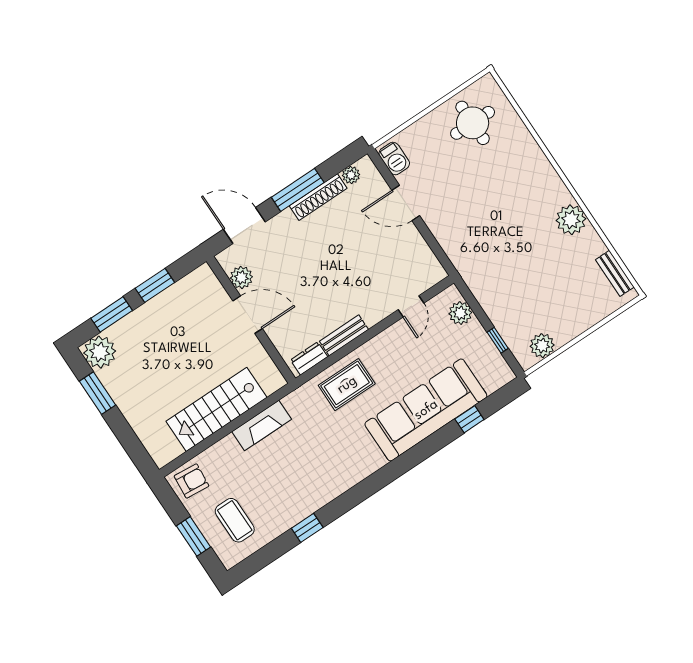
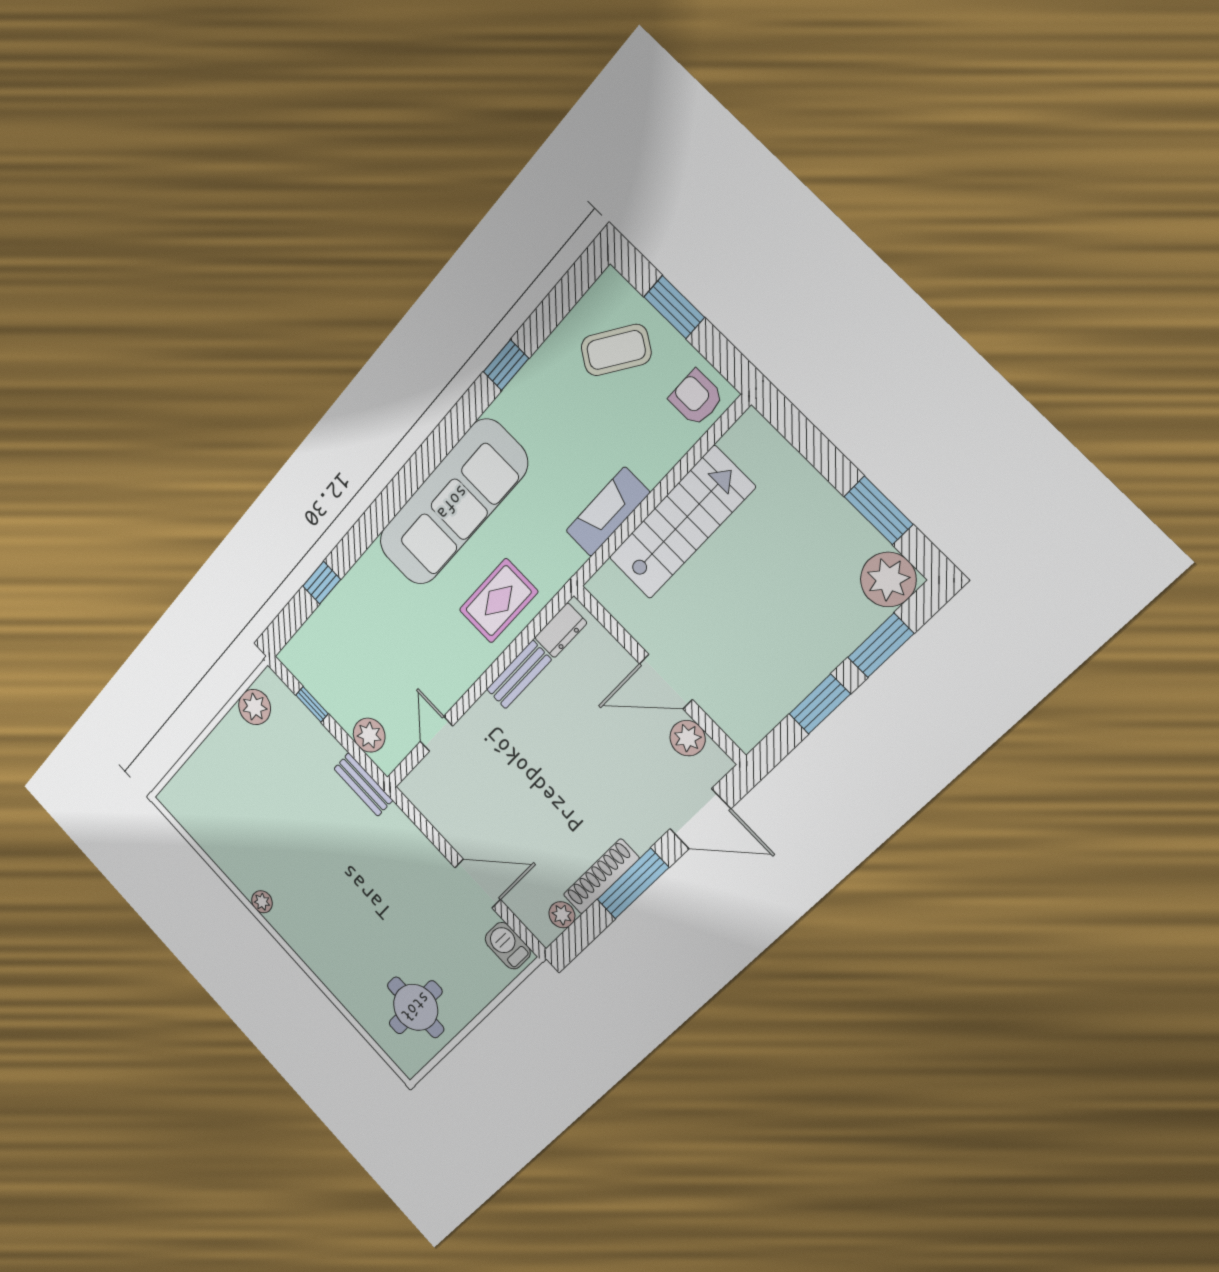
plant: (571, 220) -> (262, 902), width x0.53, depth x0.53
bench: (615, 273) -> (363, 784), moved
sofa: (426, 410) -> (453, 503), moved
armchair: (191, 481) -> (696, 398), turned 85
coffee table: (235, 520) -> (616, 350), turned -56

